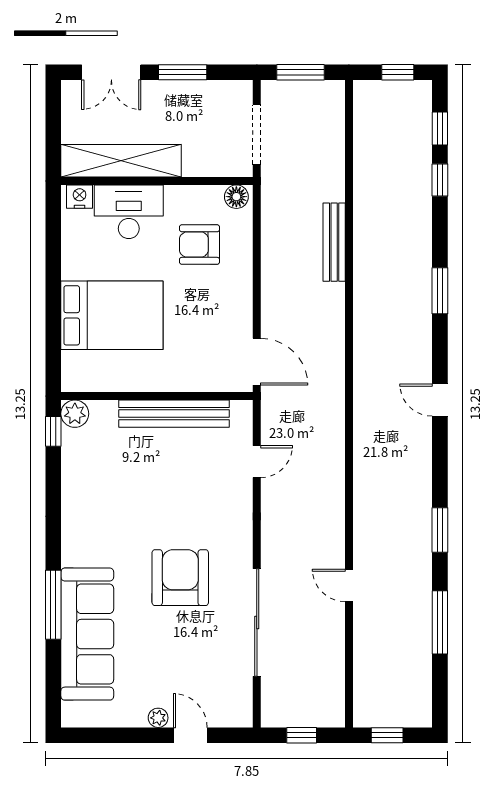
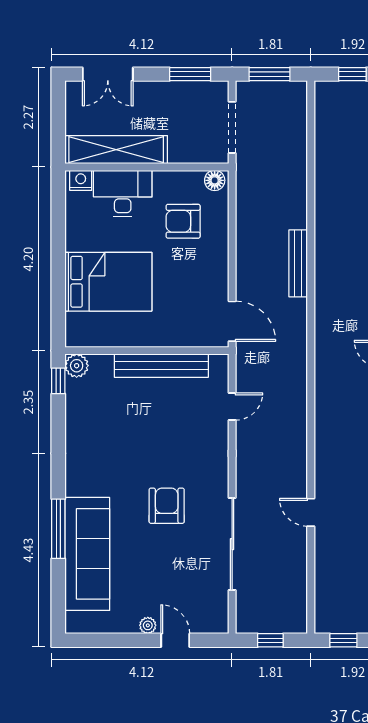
window: (183, 72) -> (190, 74), moved
bench: (334, 242) -> (298, 263), moved
armchair: (180, 578) -> (167, 506), width x0.73, depth x0.73

